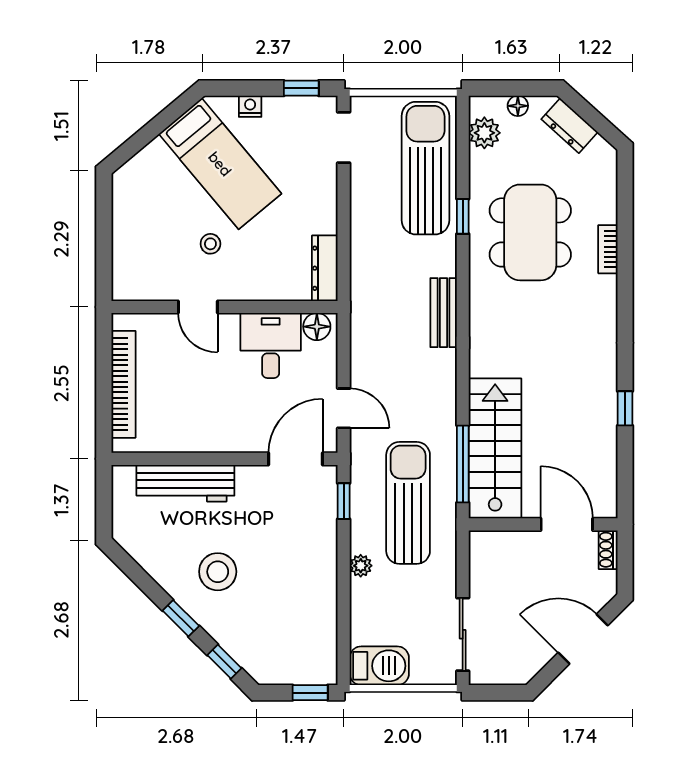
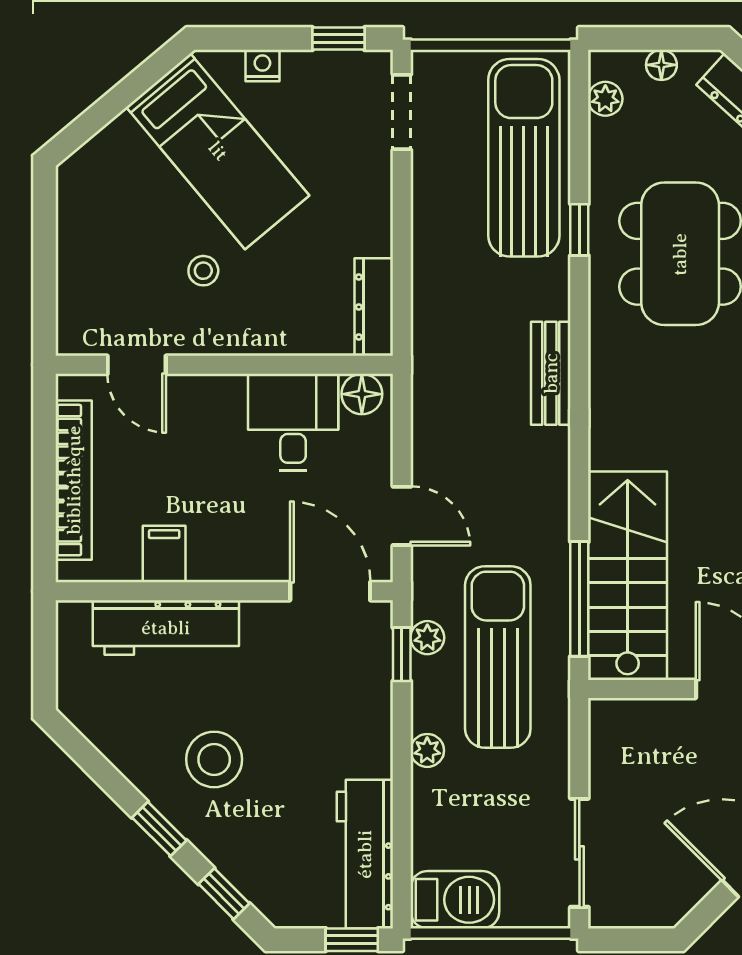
plant: (484, 133) -> (605, 99), width x0.73, depth x0.73
door: (198, 307) -> (137, 365), moved
filing cabinet: (184, 434) -> (164, 554), added
door: (296, 459) -> (330, 591), hinge flipped
plant: (361, 490) -> (427, 638), added
workbench: (319, 635) -> (365, 854), added

